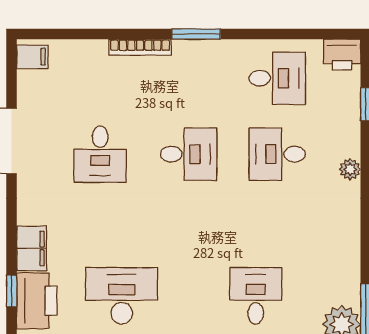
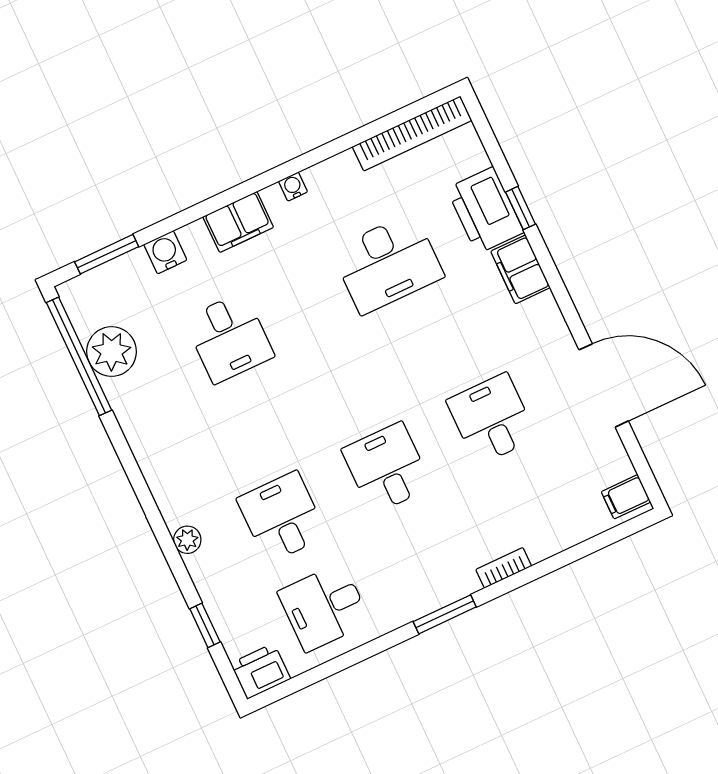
bookcase: (140, 47) -> (504, 568), width x0.64
desk: (189, 154) -> (387, 468), turned 90
desk: (277, 154) -> (282, 517), turned -90

